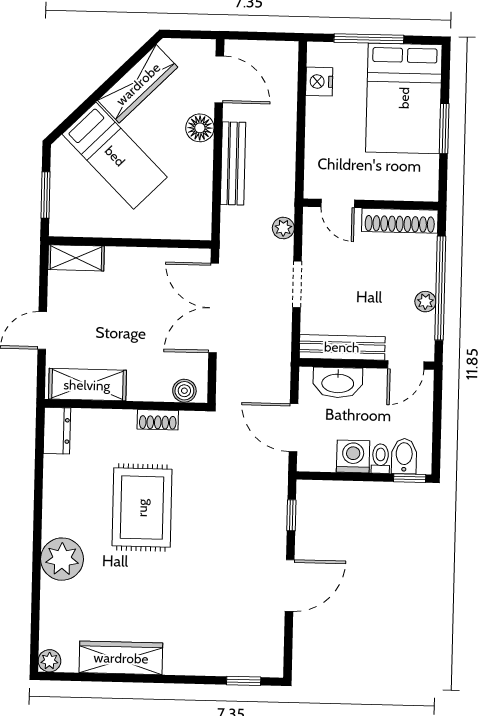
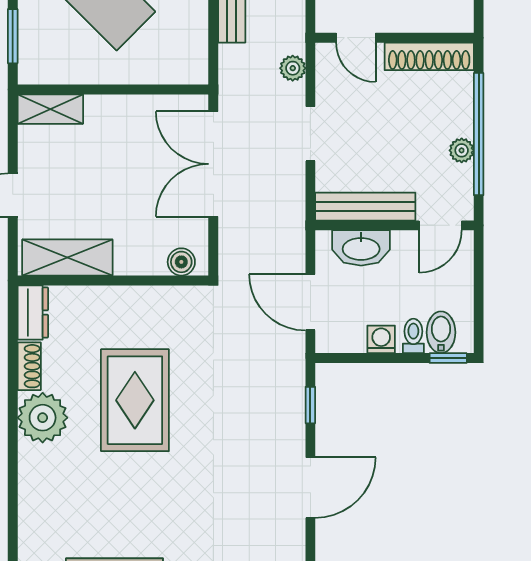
shoe rack: (158, 420) -> (29, 366), moved, turned -90
washing machine: (353, 456) -> (381, 339), width x0.73, depth x0.73
plant: (62, 559) -> (43, 418), moved

